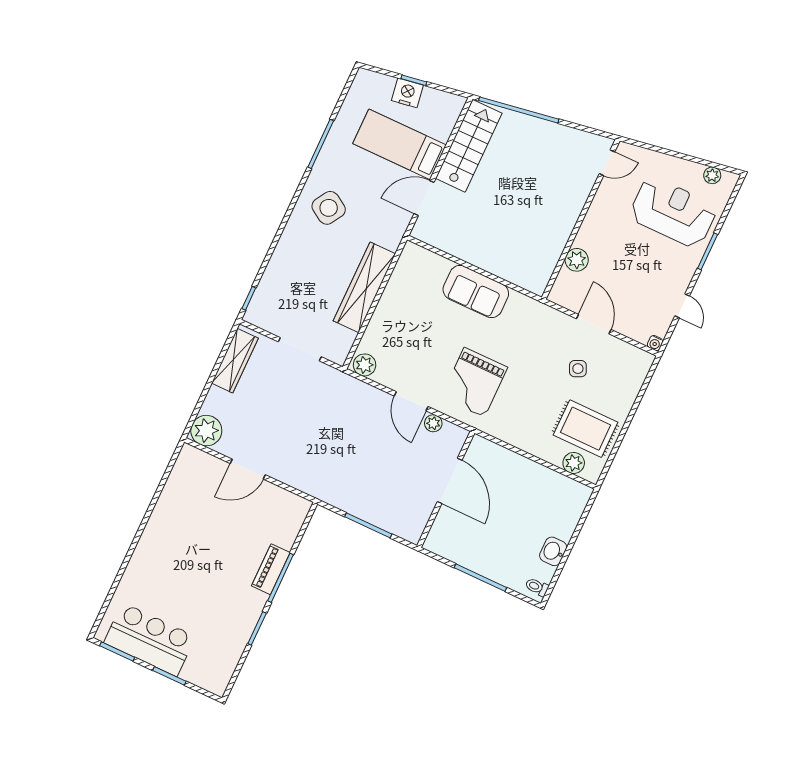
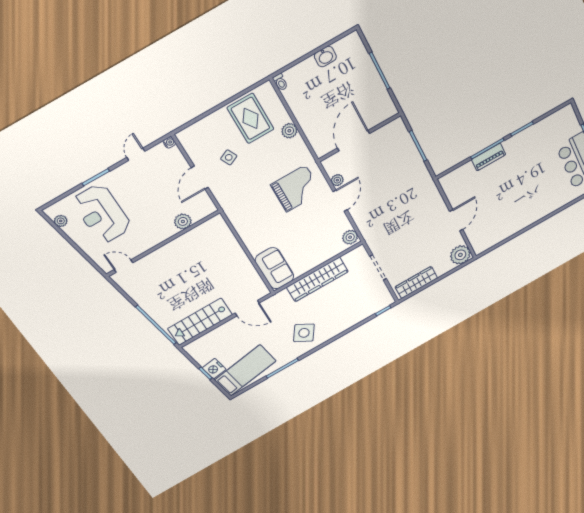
bed: (400, 144) -> (245, 370), moved, turned -99
sofa: (476, 292) -> (275, 268), moved
plant: (574, 463) -> (289, 131), moved
door: (248, 469) -> (456, 220), hinge flipped
toilet: (537, 587) -> (280, 82), moved

